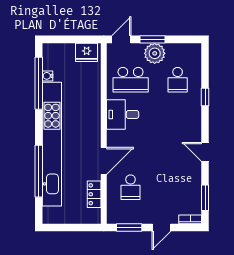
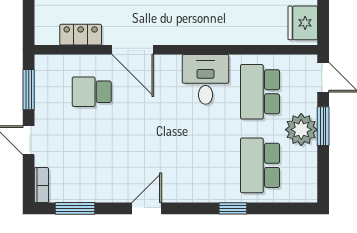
school desk: (178, 80) -> (260, 165), width x1.85

